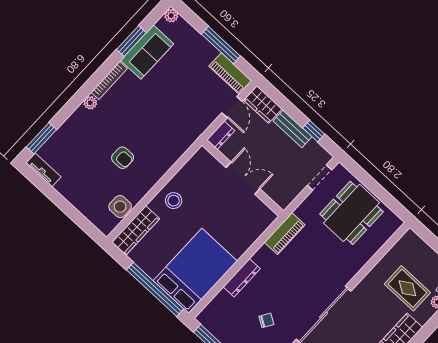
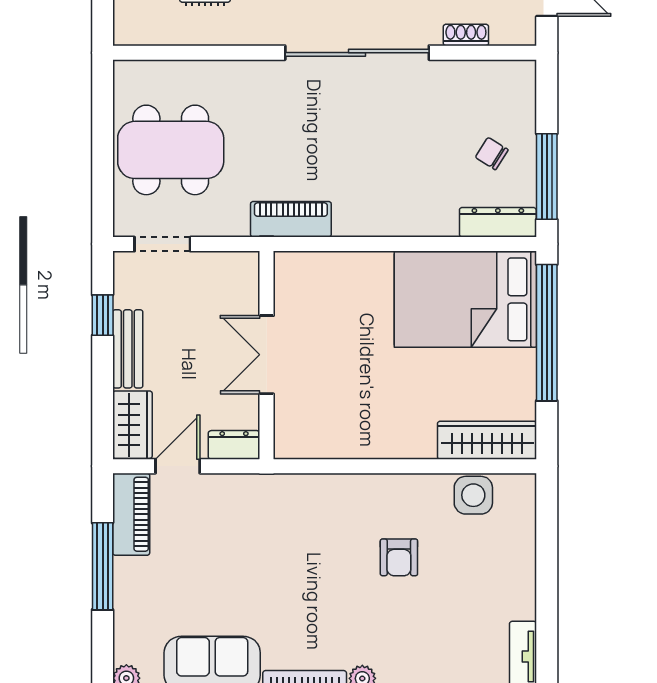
armchair: (123, 158) -> (399, 557), turned 180
stool: (174, 201) -> (393, 425), removed
dresser: (242, 278) -> (498, 222), moved
chair: (266, 320) -> (492, 154), moved

